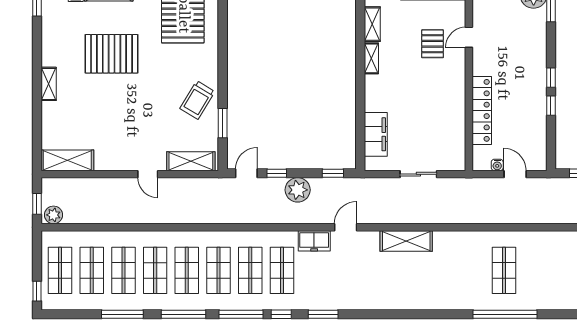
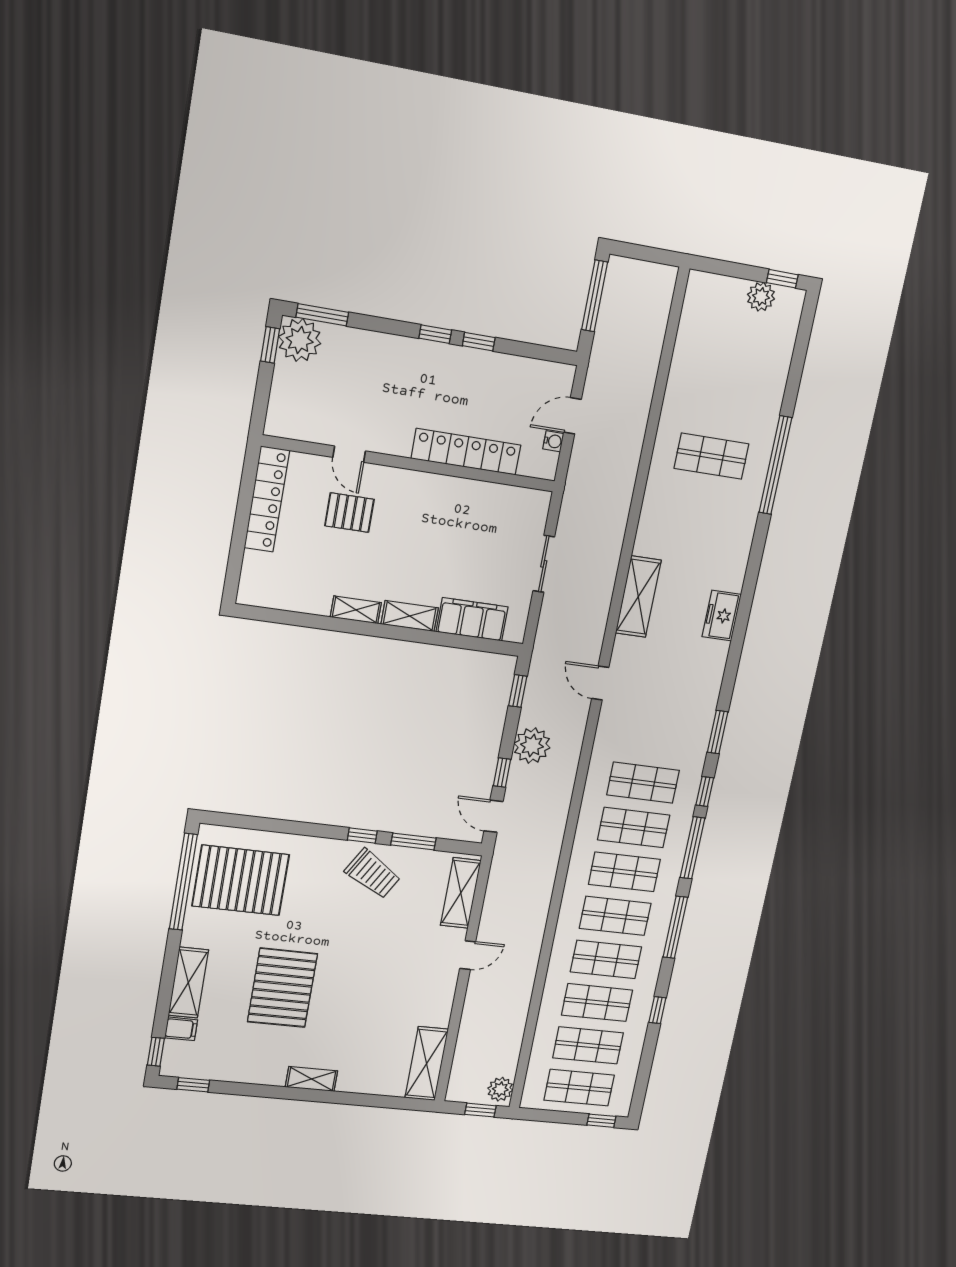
shelving: (372, 24) -> (410, 616), moved
window: (223, 89) -> (362, 836), added
freezer: (314, 241) -> (722, 616), moved, turned 180
window: (122, 314) -> (657, 1010), width x0.46

